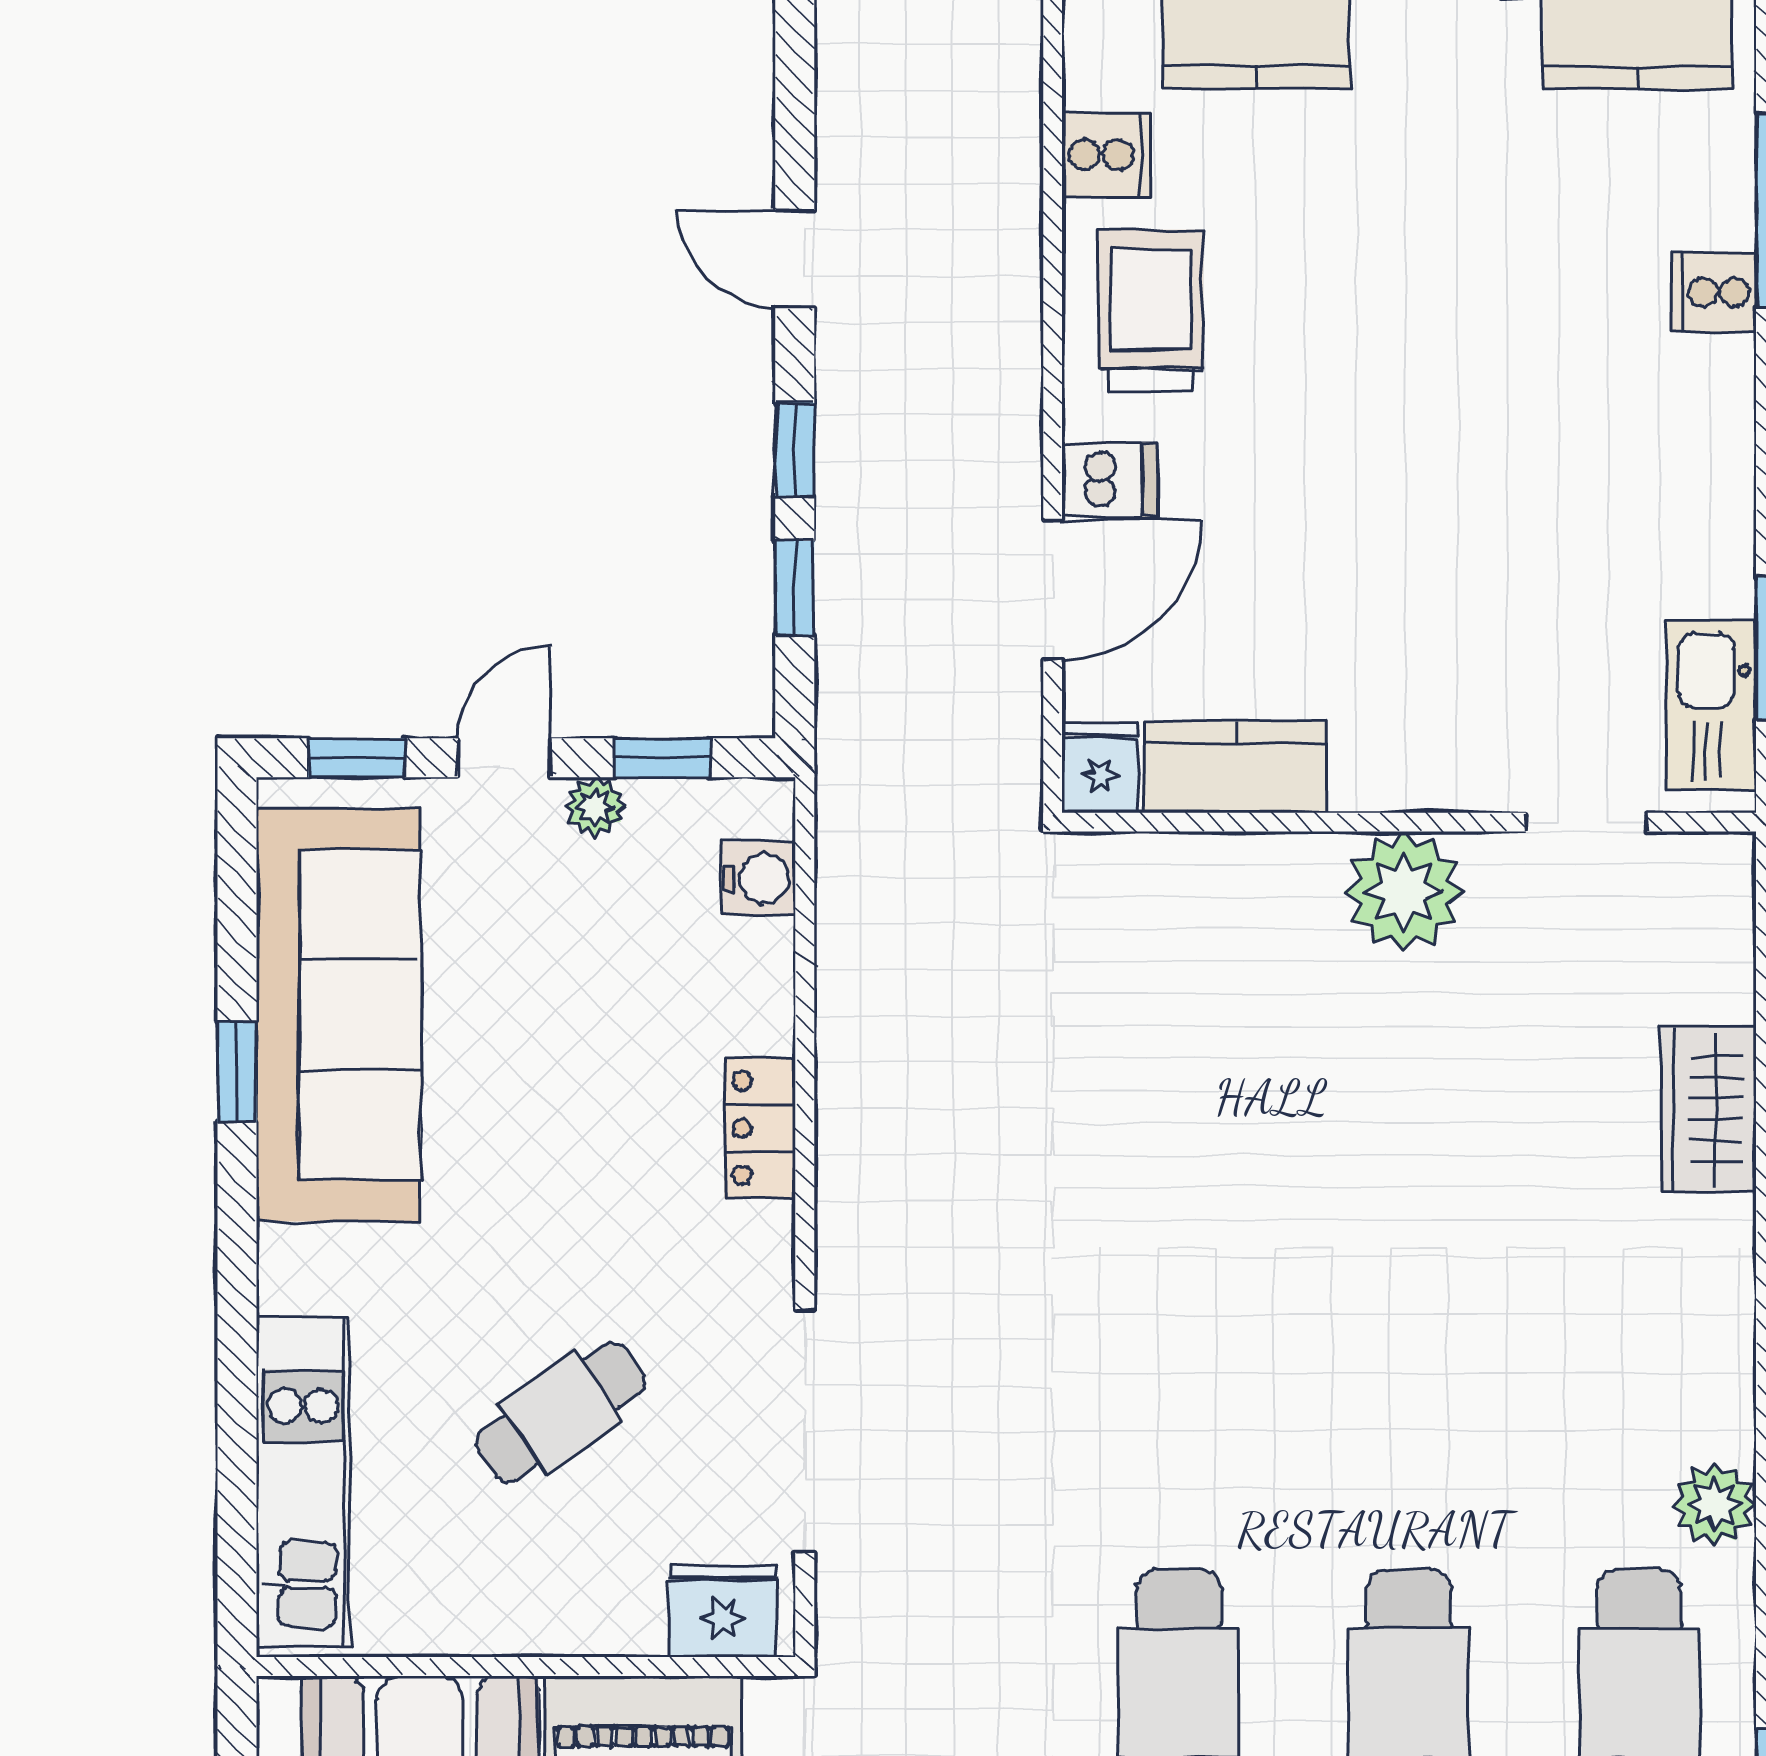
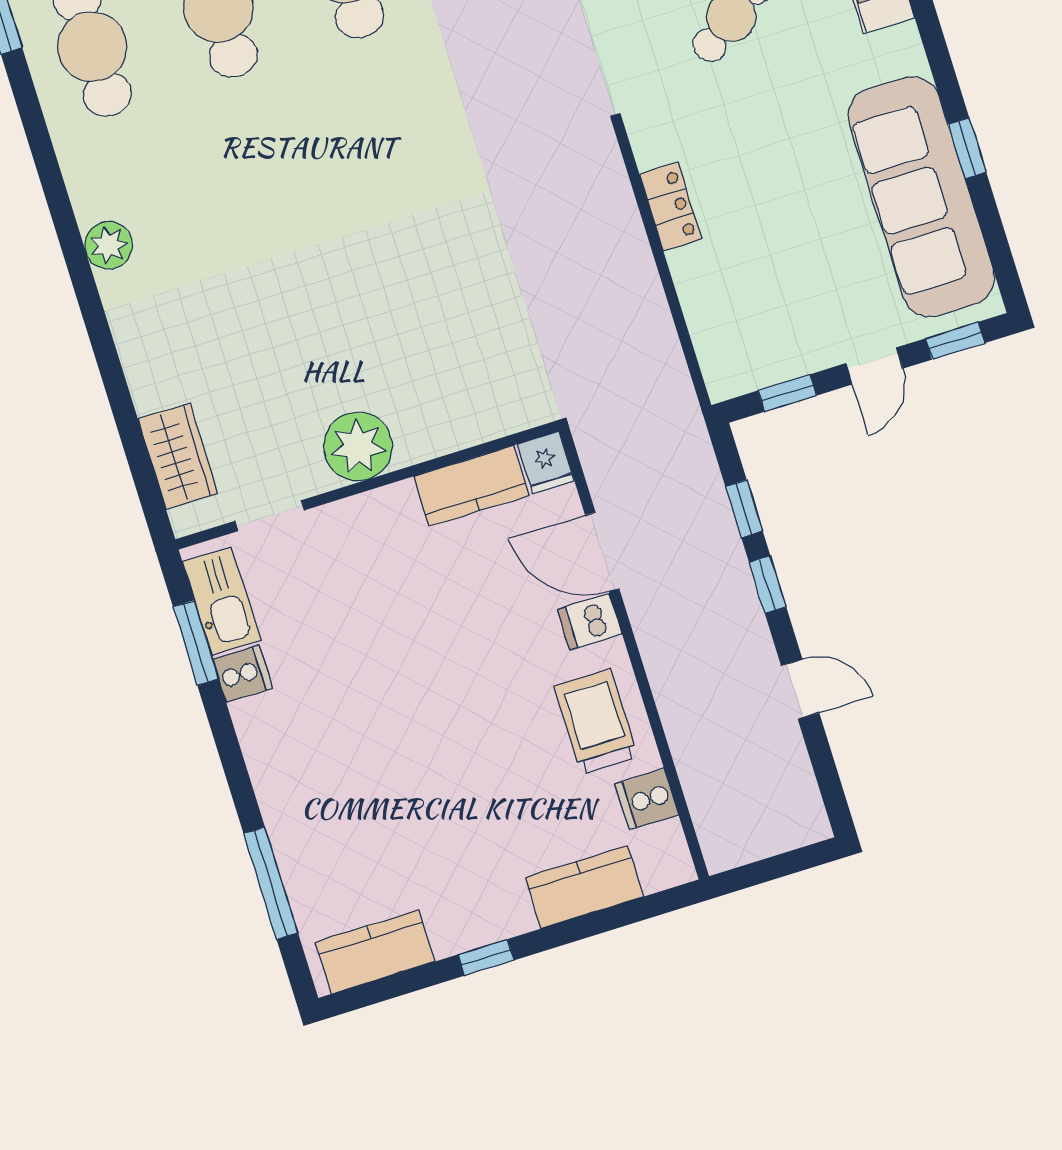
cooker: (1714, 292) -> (243, 674), moved
trolley: (1151, 311) -> (596, 722), turned 180
door: (1053, 590) -> (602, 552), hinge flipped
plant: (595, 807) -> (816, 355), removed
water cooler: (759, 879) -> (714, 343), removed
wardrobe: (1708, 1109) -> (178, 456), moved
plant: (1715, 1505) -> (109, 245), moved

